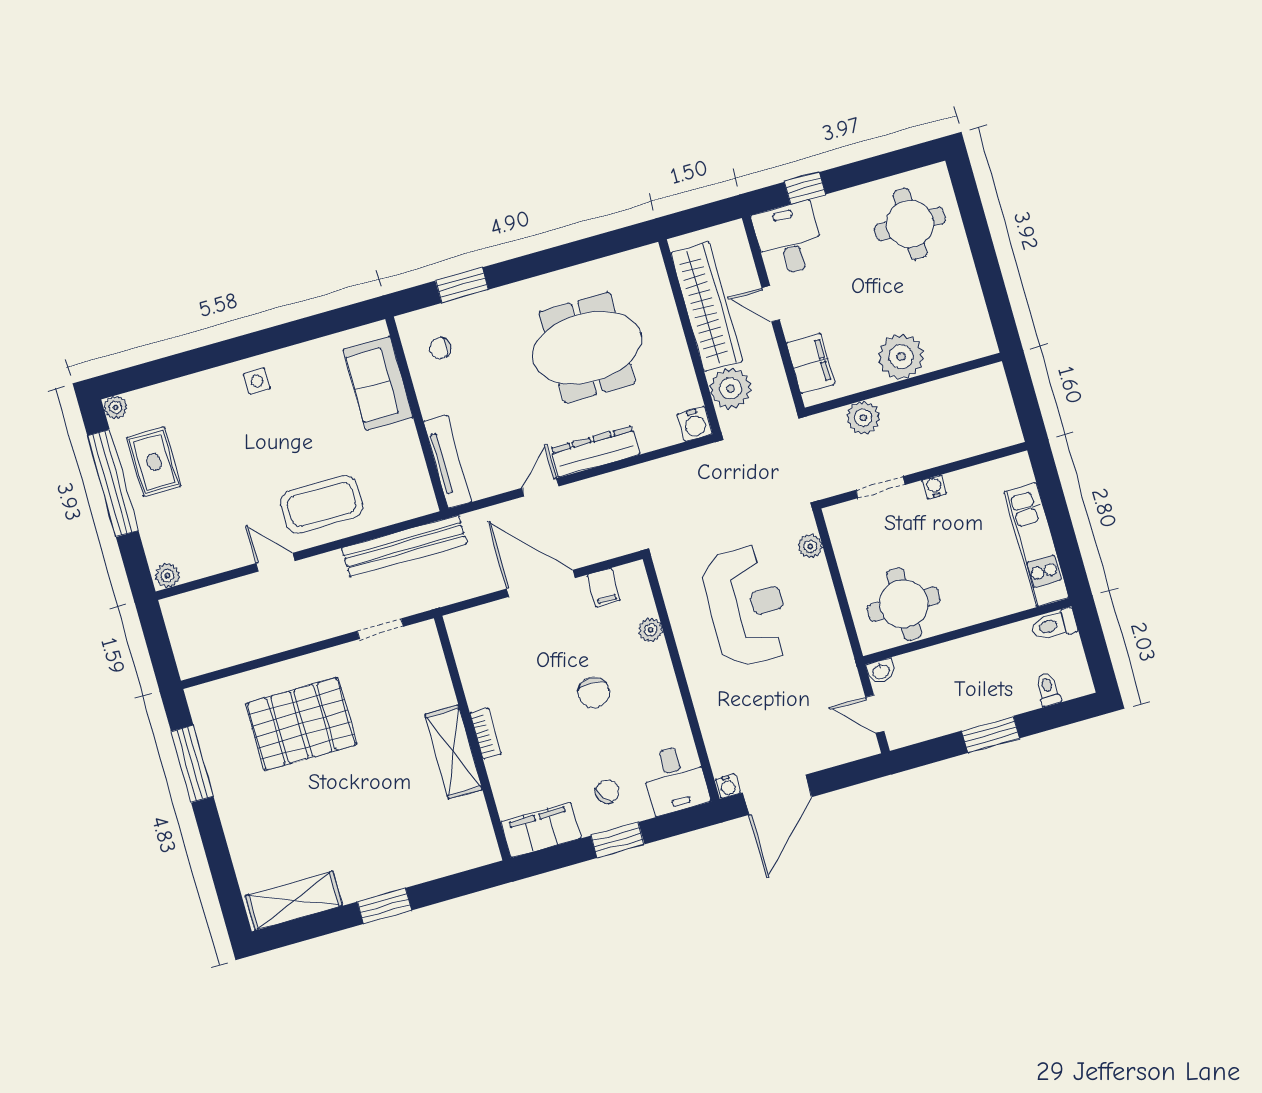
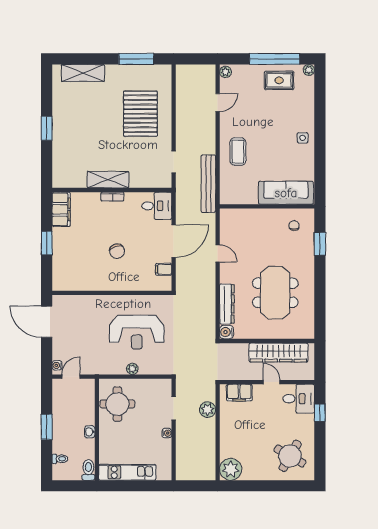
round table: (910, 224) -> (290, 456), turned 30
door: (771, 304) -> (272, 382), hinge flipped
plant: (901, 357) -> (231, 469), moved
sofa: (378, 383) -> (286, 193), width x1.36
plant: (730, 388) -> (238, 353), removed
dresser: (595, 451) -> (227, 304), moved
tv unit: (448, 462) -> (241, 214), removed
coffee table: (322, 504) -> (238, 151), width x0.73, depth x0.76
plant: (810, 546) -> (132, 369), moved
door: (275, 562) -> (218, 102), moved
plant: (651, 630) -> (138, 285), removed
washbasin: (881, 671) -> (90, 432), moved
chair: (594, 692) -> (117, 251), turned -109
desk: (675, 779) -> (157, 206), moved, turned 180
water cooler: (728, 786) -> (57, 365), moved
chair: (607, 792) -> (70, 245), removed
shelving: (294, 901) -> (83, 73), moved, turned 90

